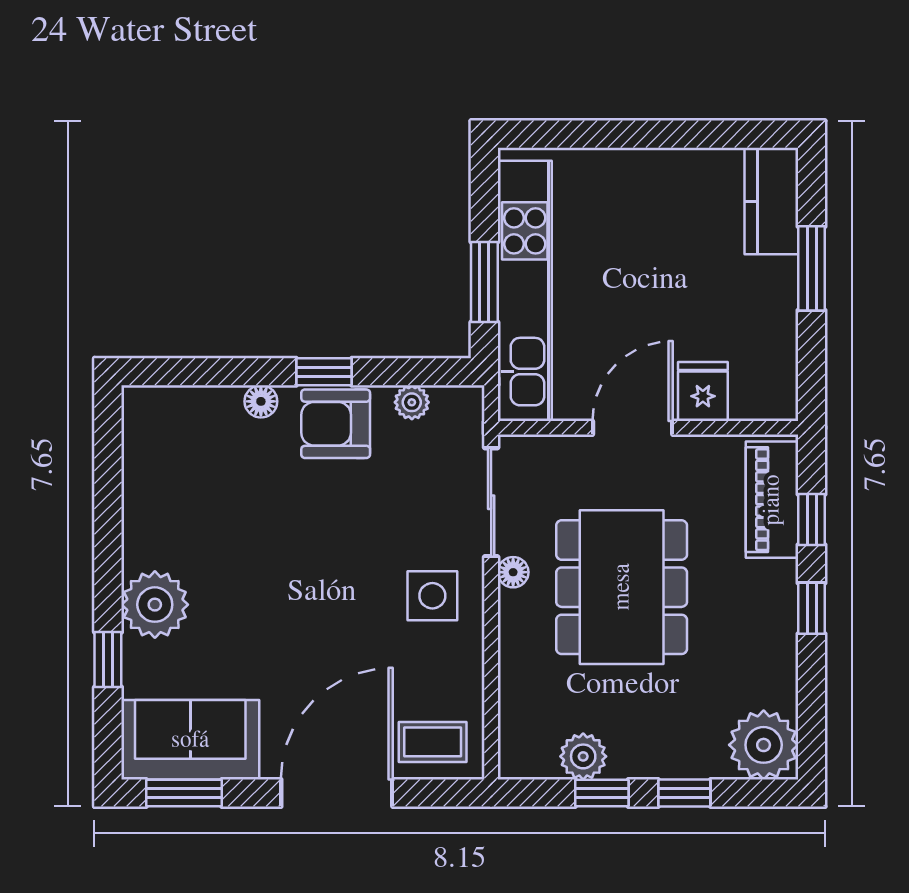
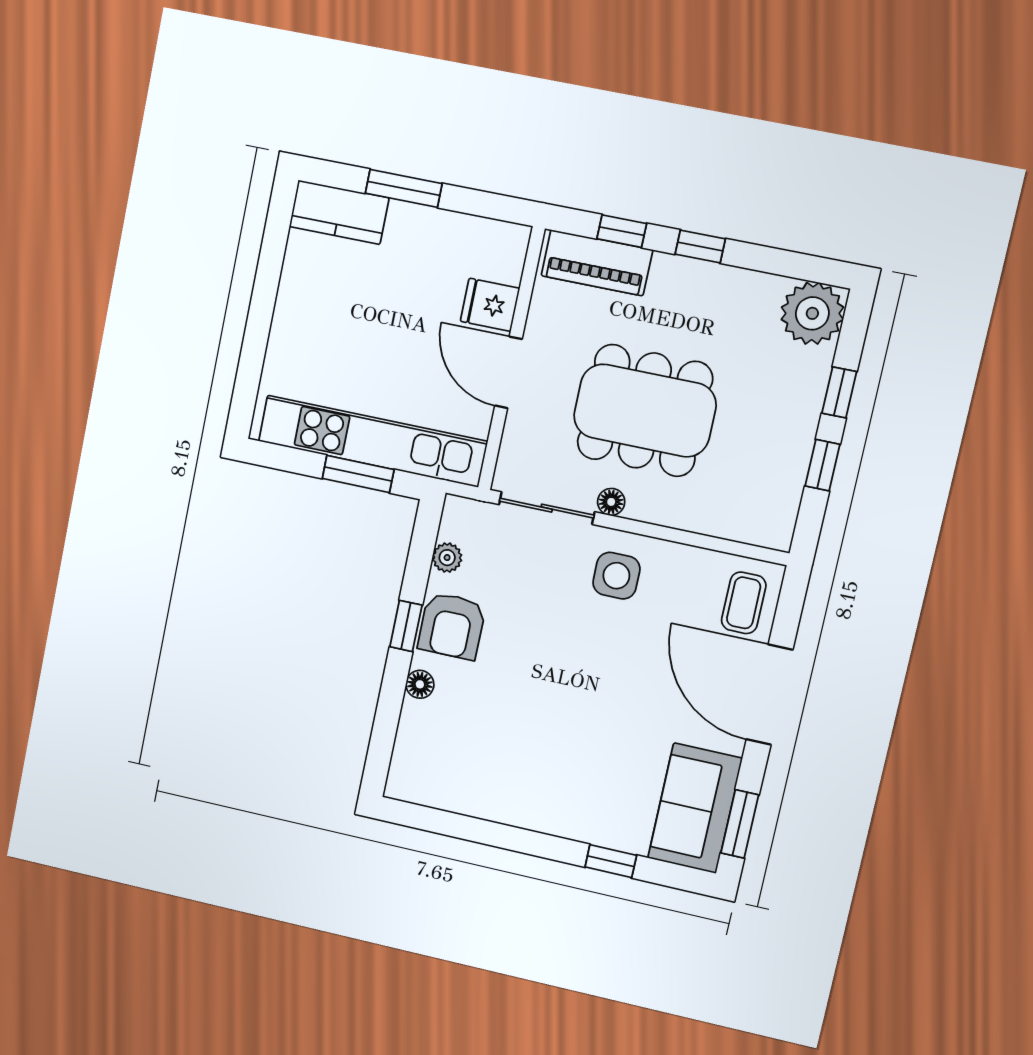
plant: (155, 605) -> (573, 812), removed
plant: (583, 756) -> (786, 475), removed

